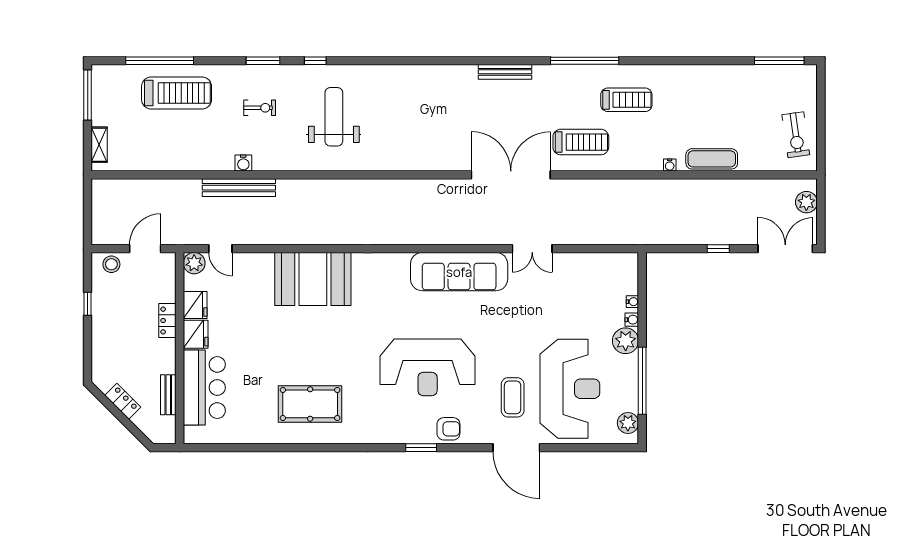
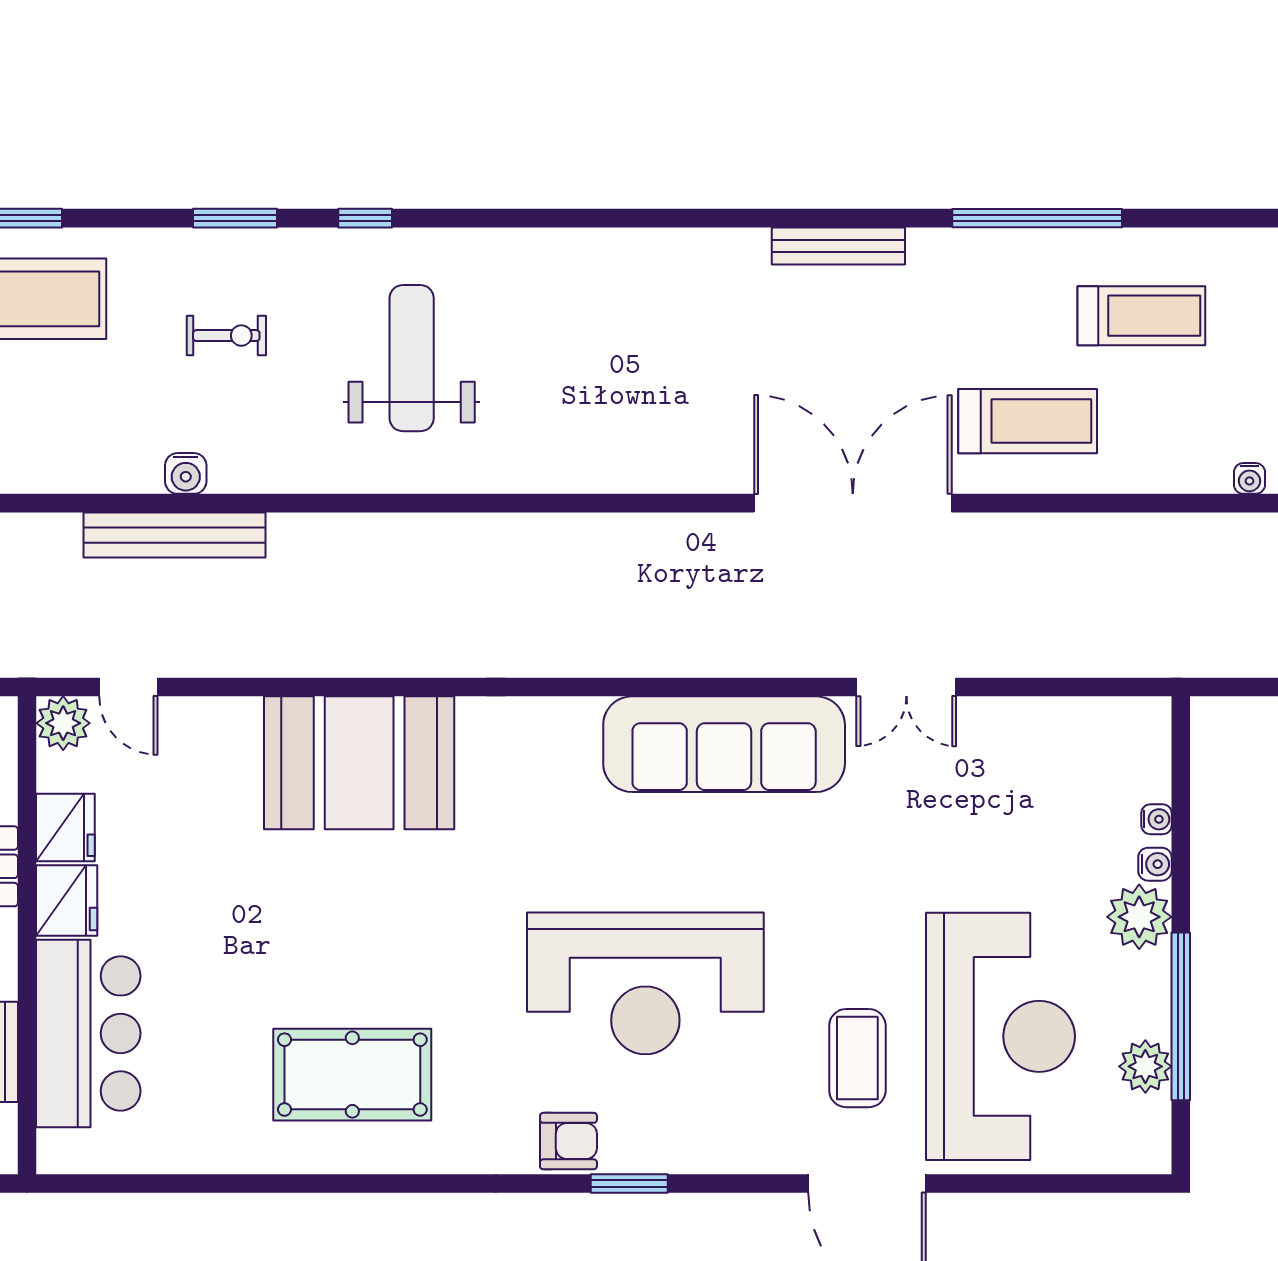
plant: (628, 423) -> (1145, 1066), moved
armchair: (448, 429) -> (568, 1141), moved

